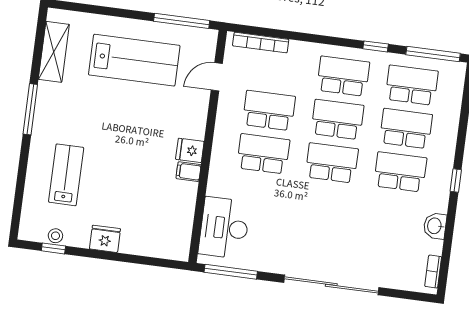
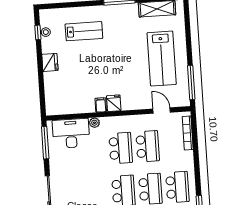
plant: (215, 187) -> (94, 123), added

